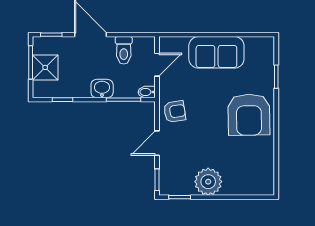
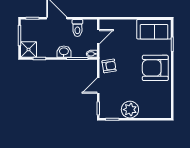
sofa: (216, 52) -> (154, 29), moved
shower: (45, 67) -> (29, 50), moved
armchair: (249, 115) -> (155, 68), turned 91

